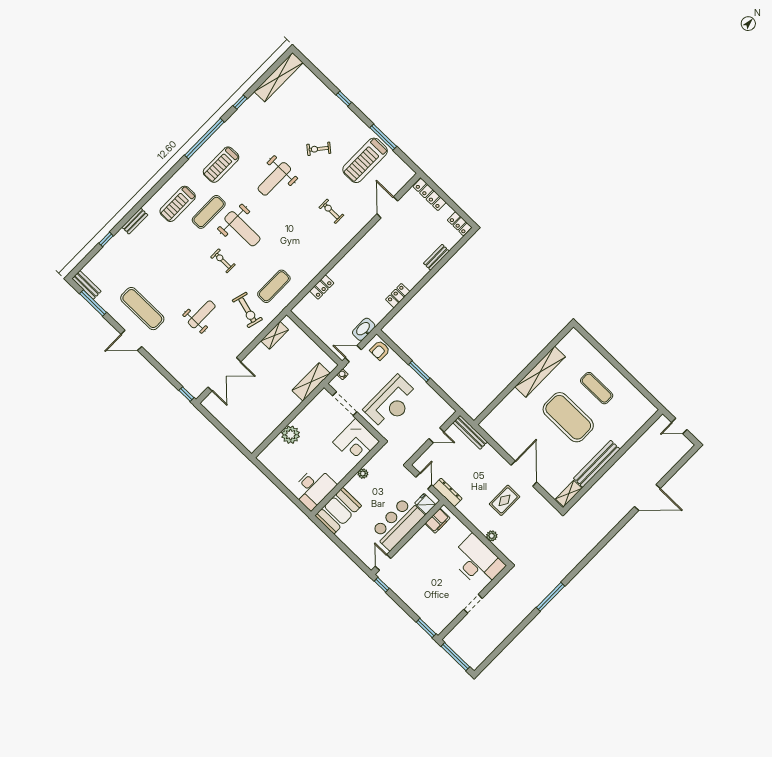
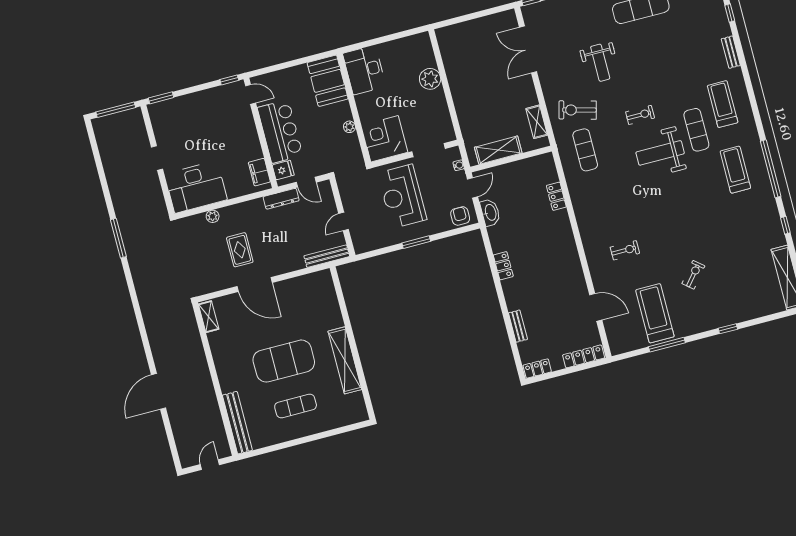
weight bench: (274, 179) -> (690, 214), removed
shelving: (311, 382) -> (498, 150), moved, turned 90
bench: (597, 464) -> (237, 423), moved

